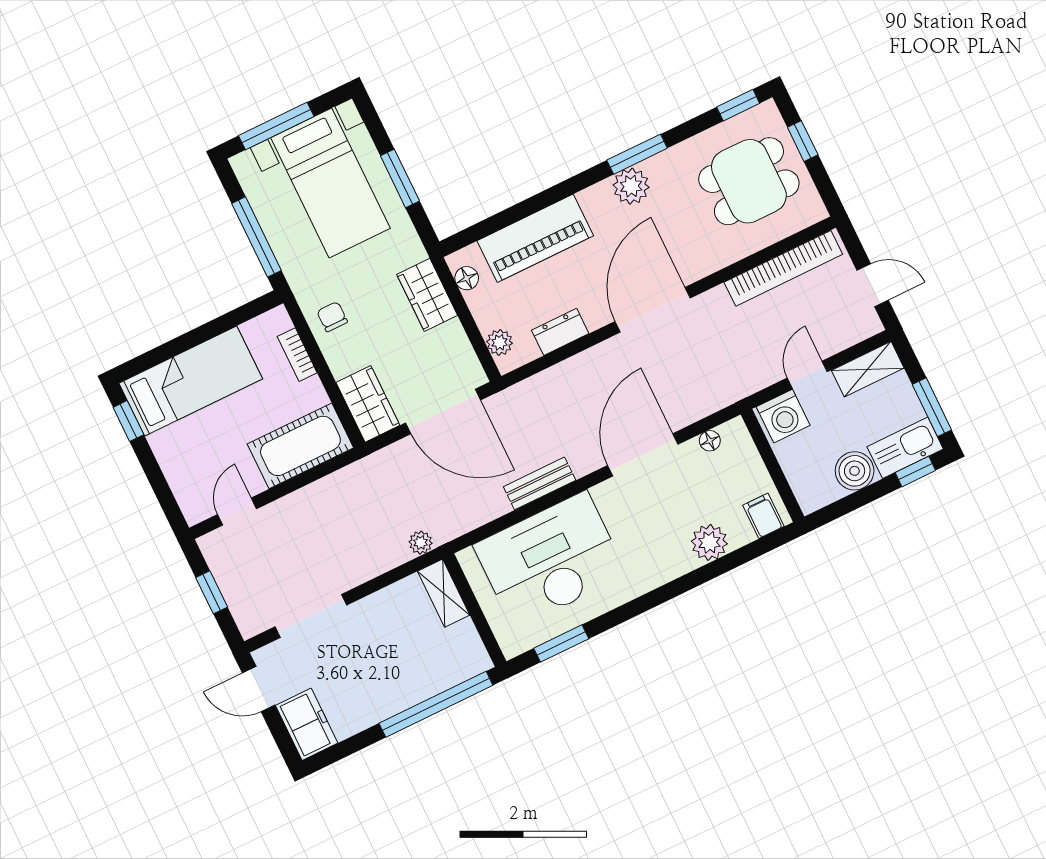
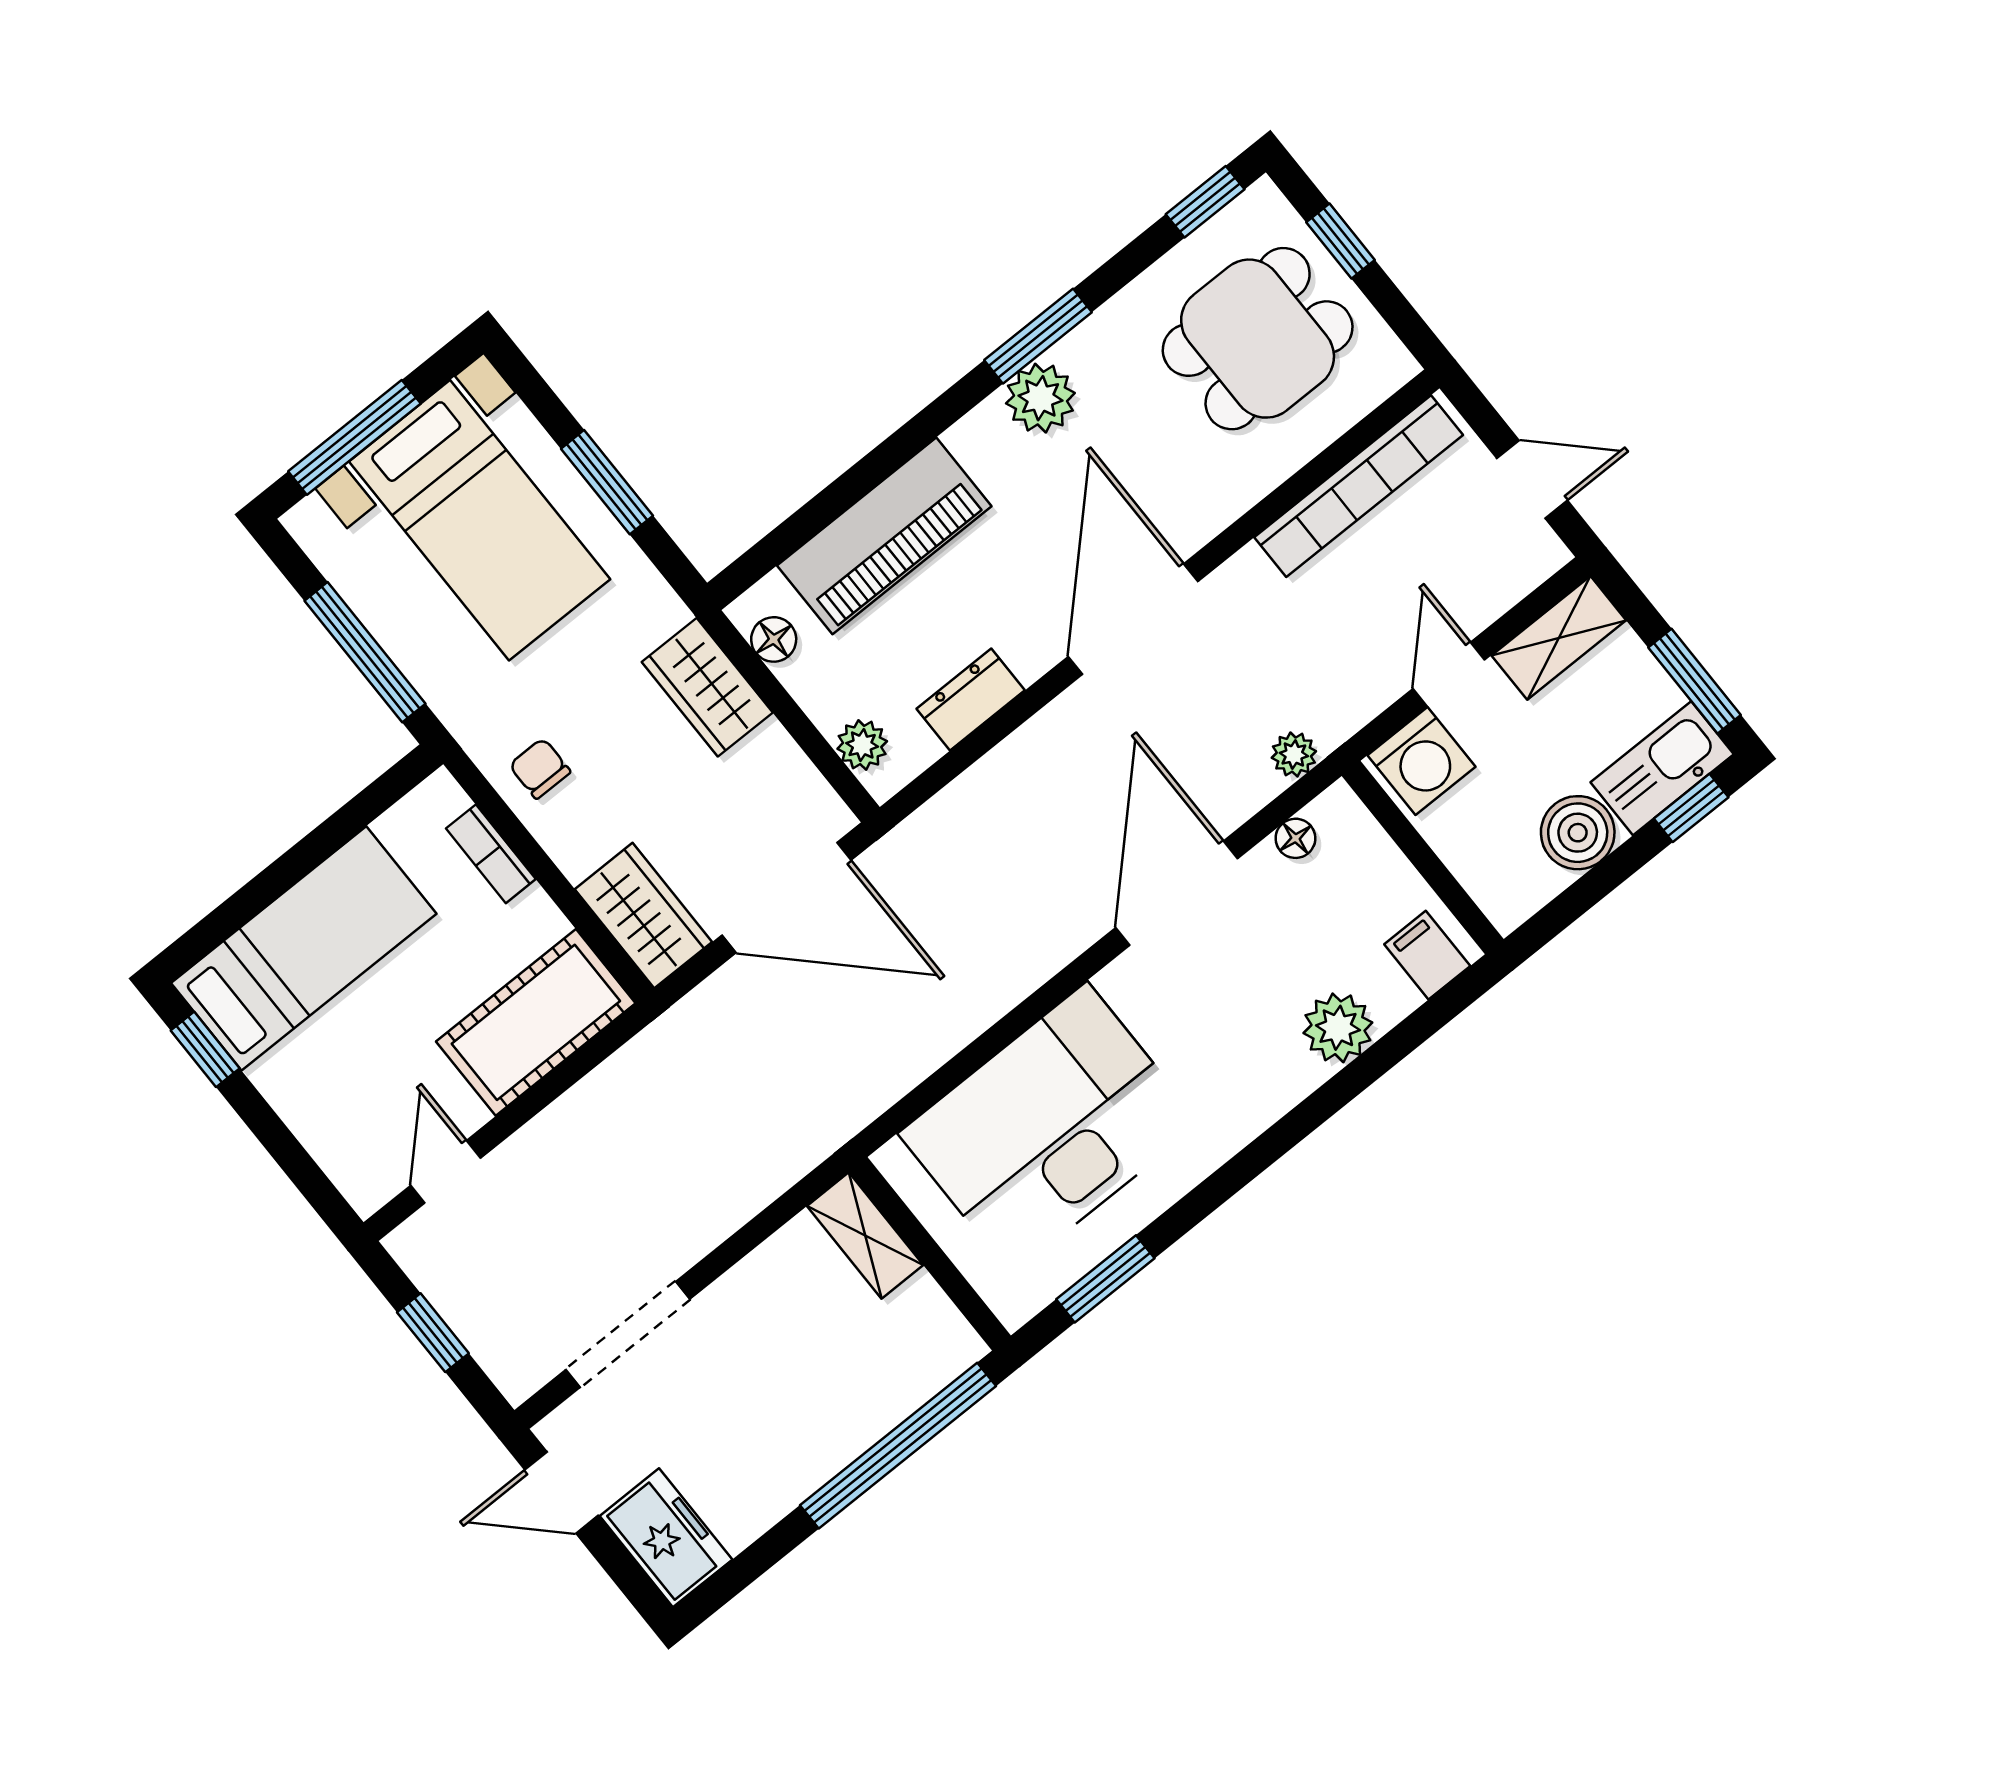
bench: (540, 483) -> (997, 990), removed
plant: (421, 543) -> (1294, 755), moved

